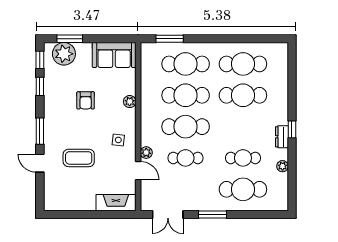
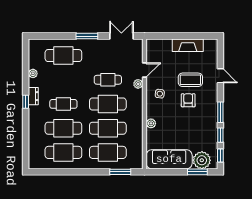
sofa: (114, 55) -> (169, 159), width x1.36
armchair: (86, 100) -> (188, 100), moved
window: (40, 131) -> (220, 112), moved
cafe table: (243, 158) -> (63, 104), moved
door: (138, 171) -> (145, 70), swing flipped
fireplace: (116, 203) -> (188, 45), moved

